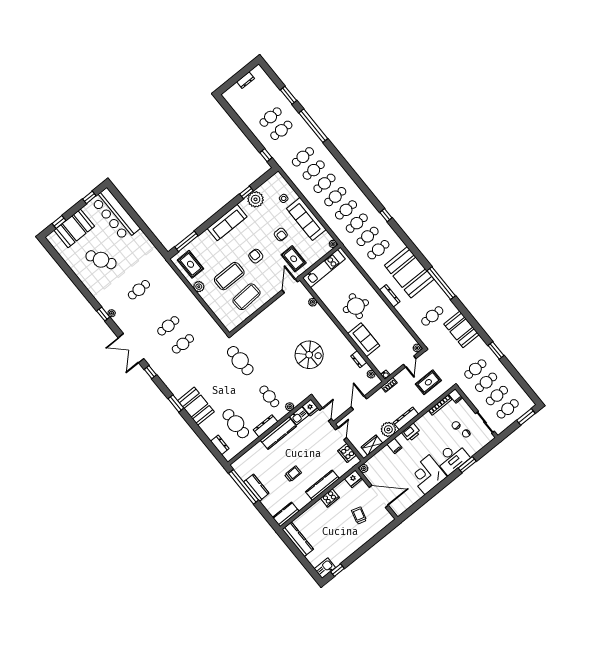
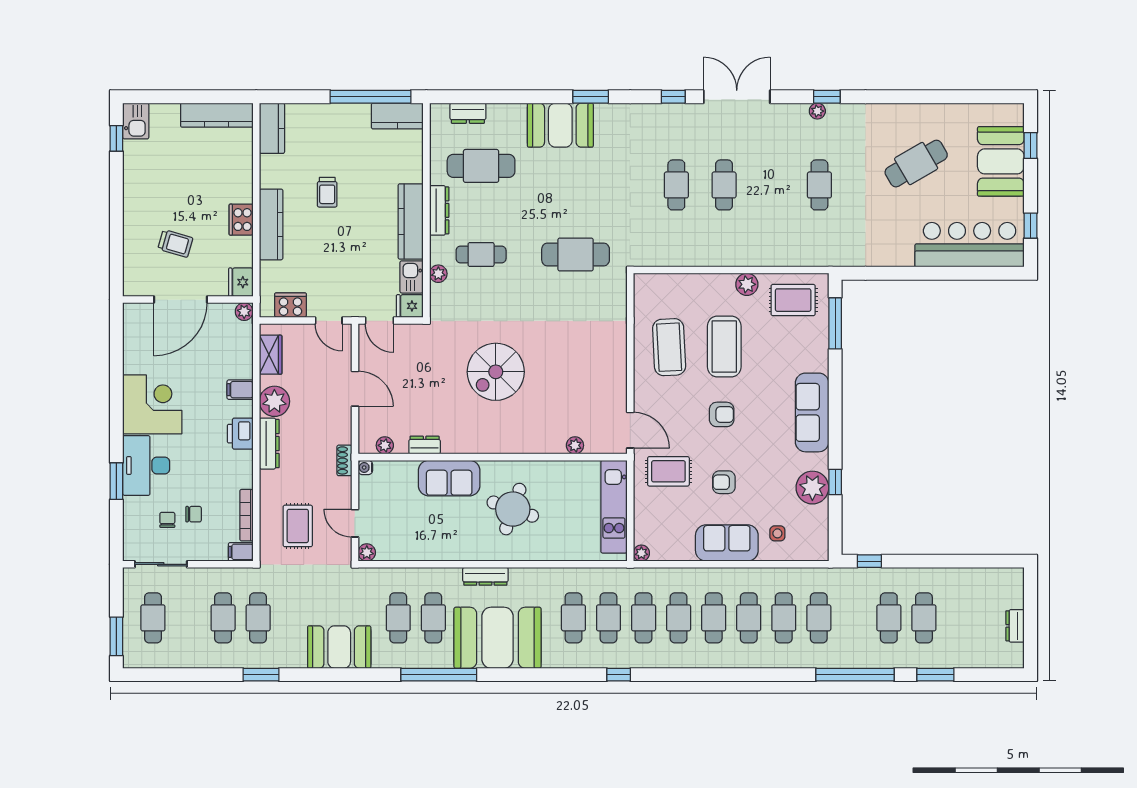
sofa: (306, 219) -> (727, 543), width x0.73
cafe table: (497, 396) -> (433, 618), moved
kitchen counter: (256, 488) -> (397, 116), moved

